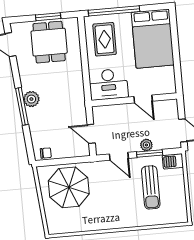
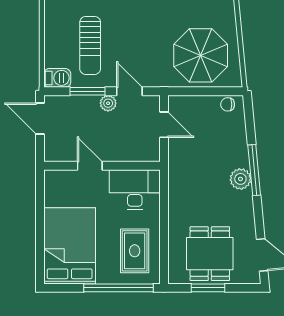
plant: (146, 145) -> (108, 103), moved
sun lounger: (151, 187) -> (90, 45), turned 180

